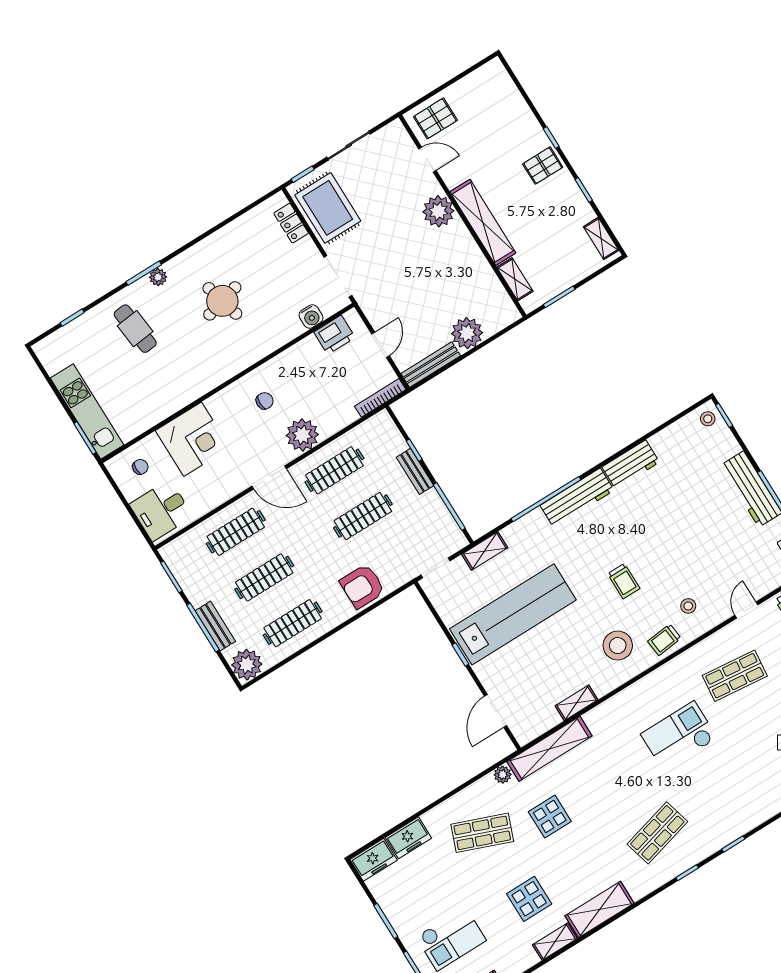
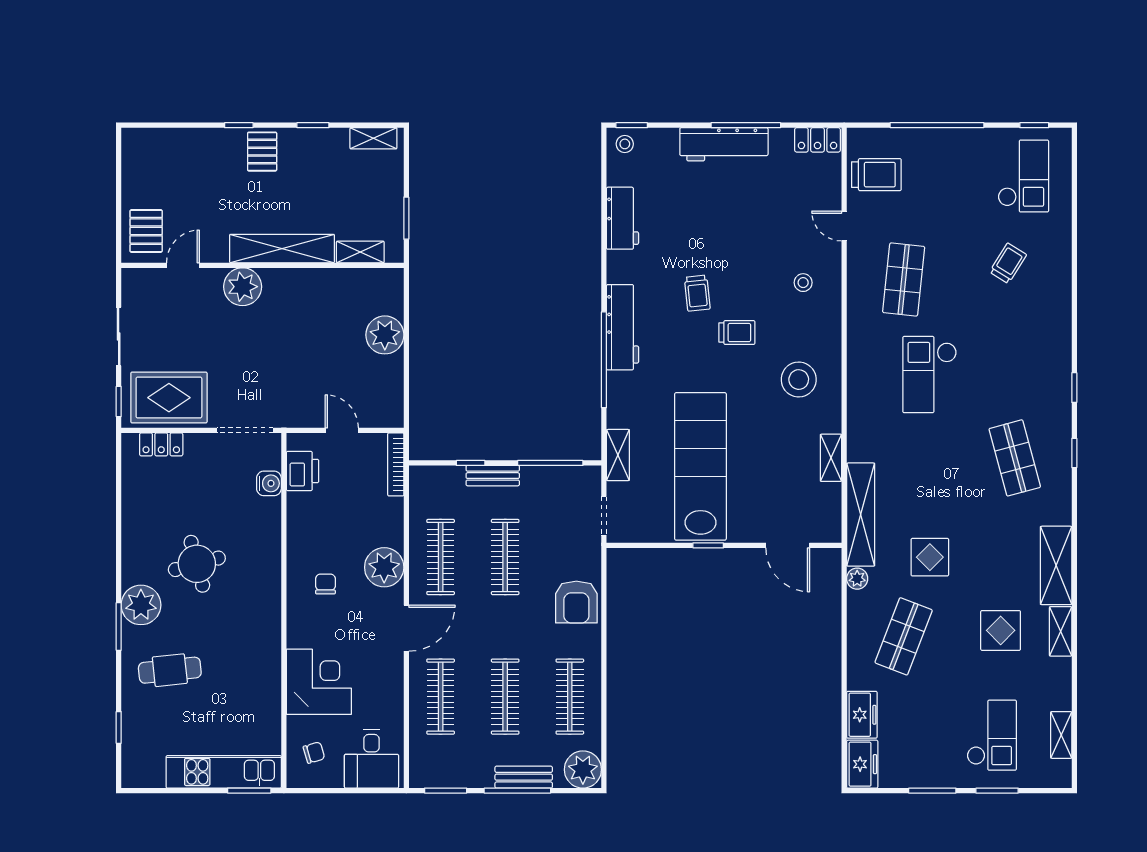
plant: (158, 277) -> (141, 605), width x1.87, depth x1.87
bench: (431, 365) -> (394, 392), removed
workbench: (631, 465) -> (622, 218), moved
chair: (140, 467) -> (314, 753), turned 74
trolley: (664, 640) -> (697, 293), moved

